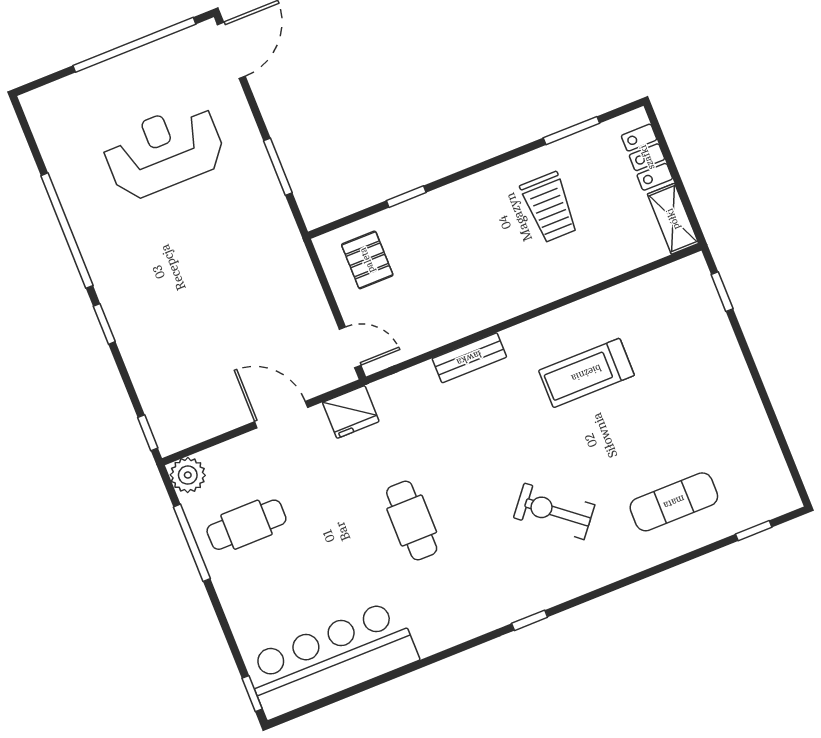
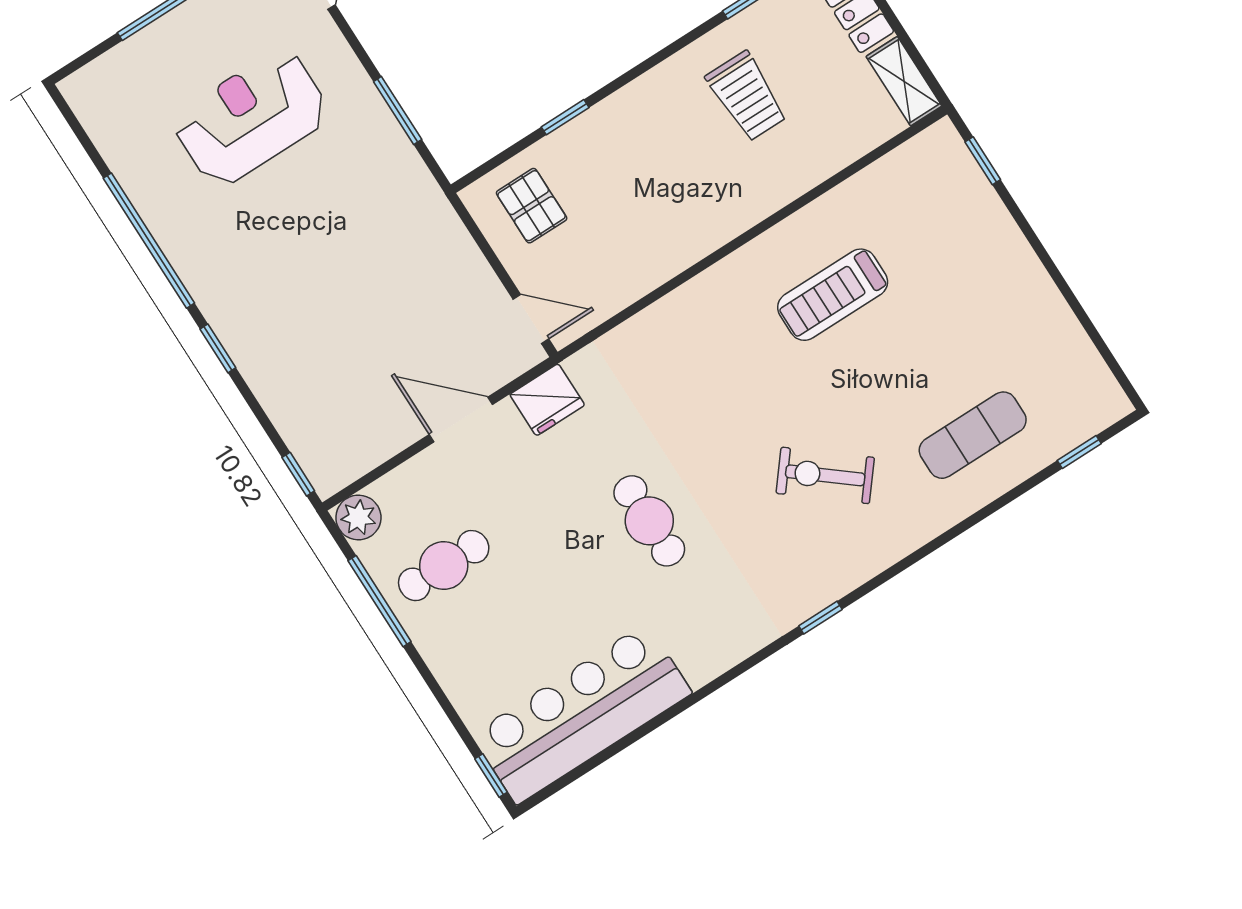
bench: (469, 358) -> (683, 304), removed

